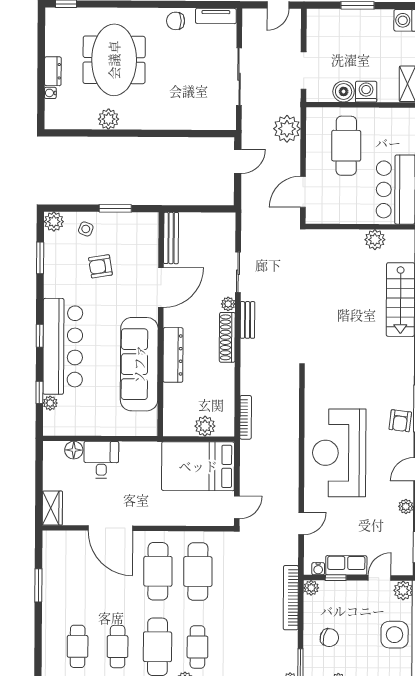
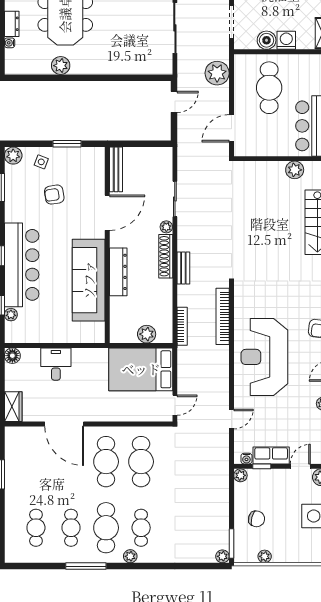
bench: (248, 320) -> (183, 268), moved
floor lamp: (74, 450) -> (12, 356), moved
bookcase: (291, 598) -> (223, 316), moved

